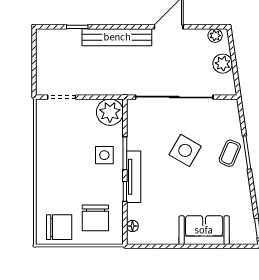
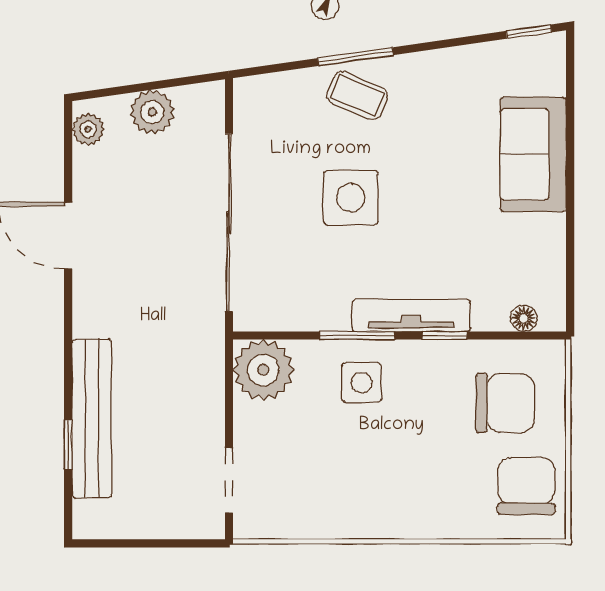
bench: (117, 37) -> (92, 418), moved
side table: (185, 150) -> (351, 198), turned -30

